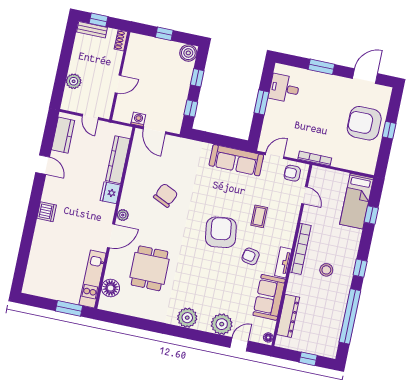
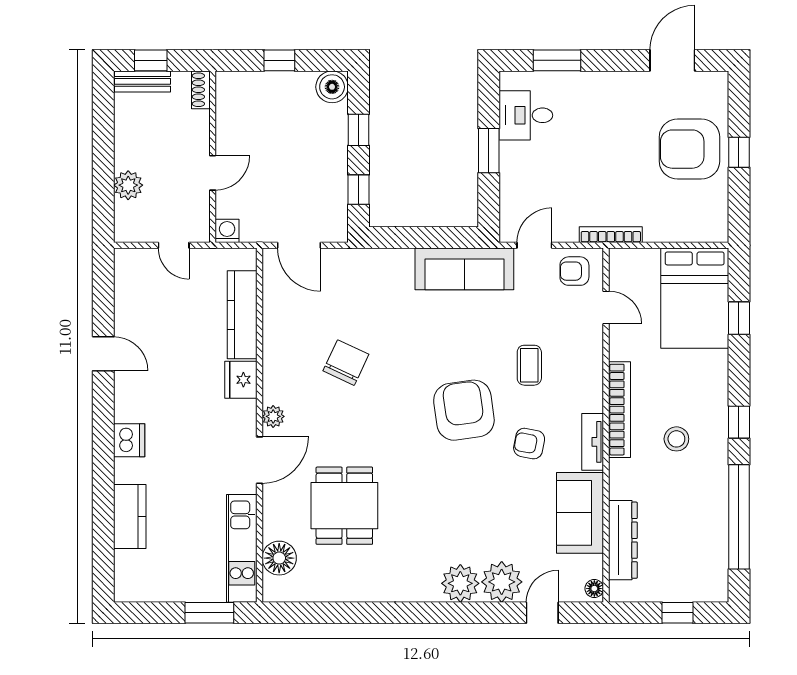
window: (321, 67) -> (557, 60), moved
washing machine: (138, 119) -> (227, 231), moved
kitchen counter: (63, 135) -> (130, 516), moved
bed: (357, 201) -> (695, 298), width x1.50
plant: (187, 318) -> (460, 583), moved

